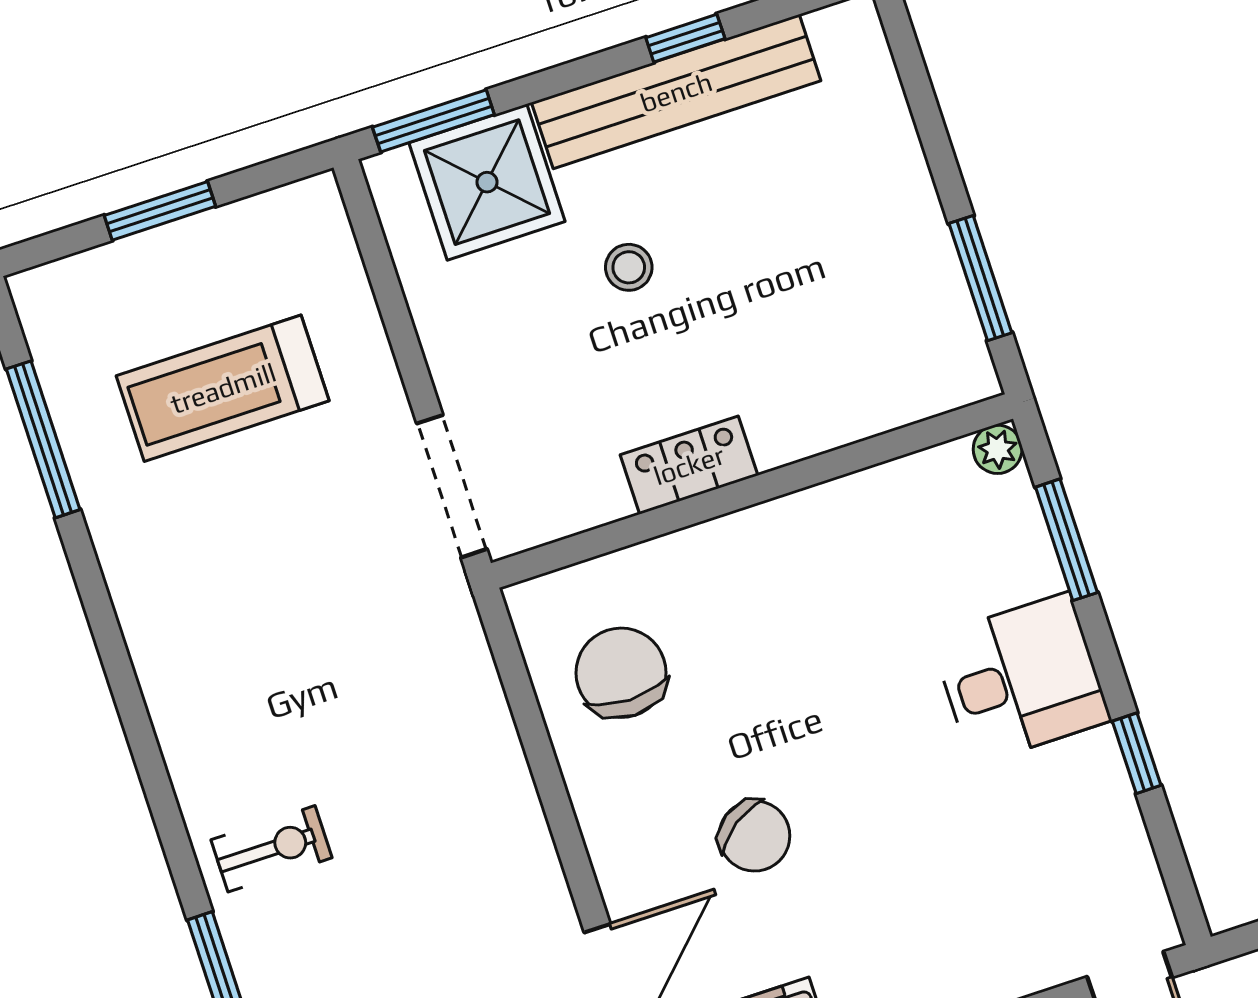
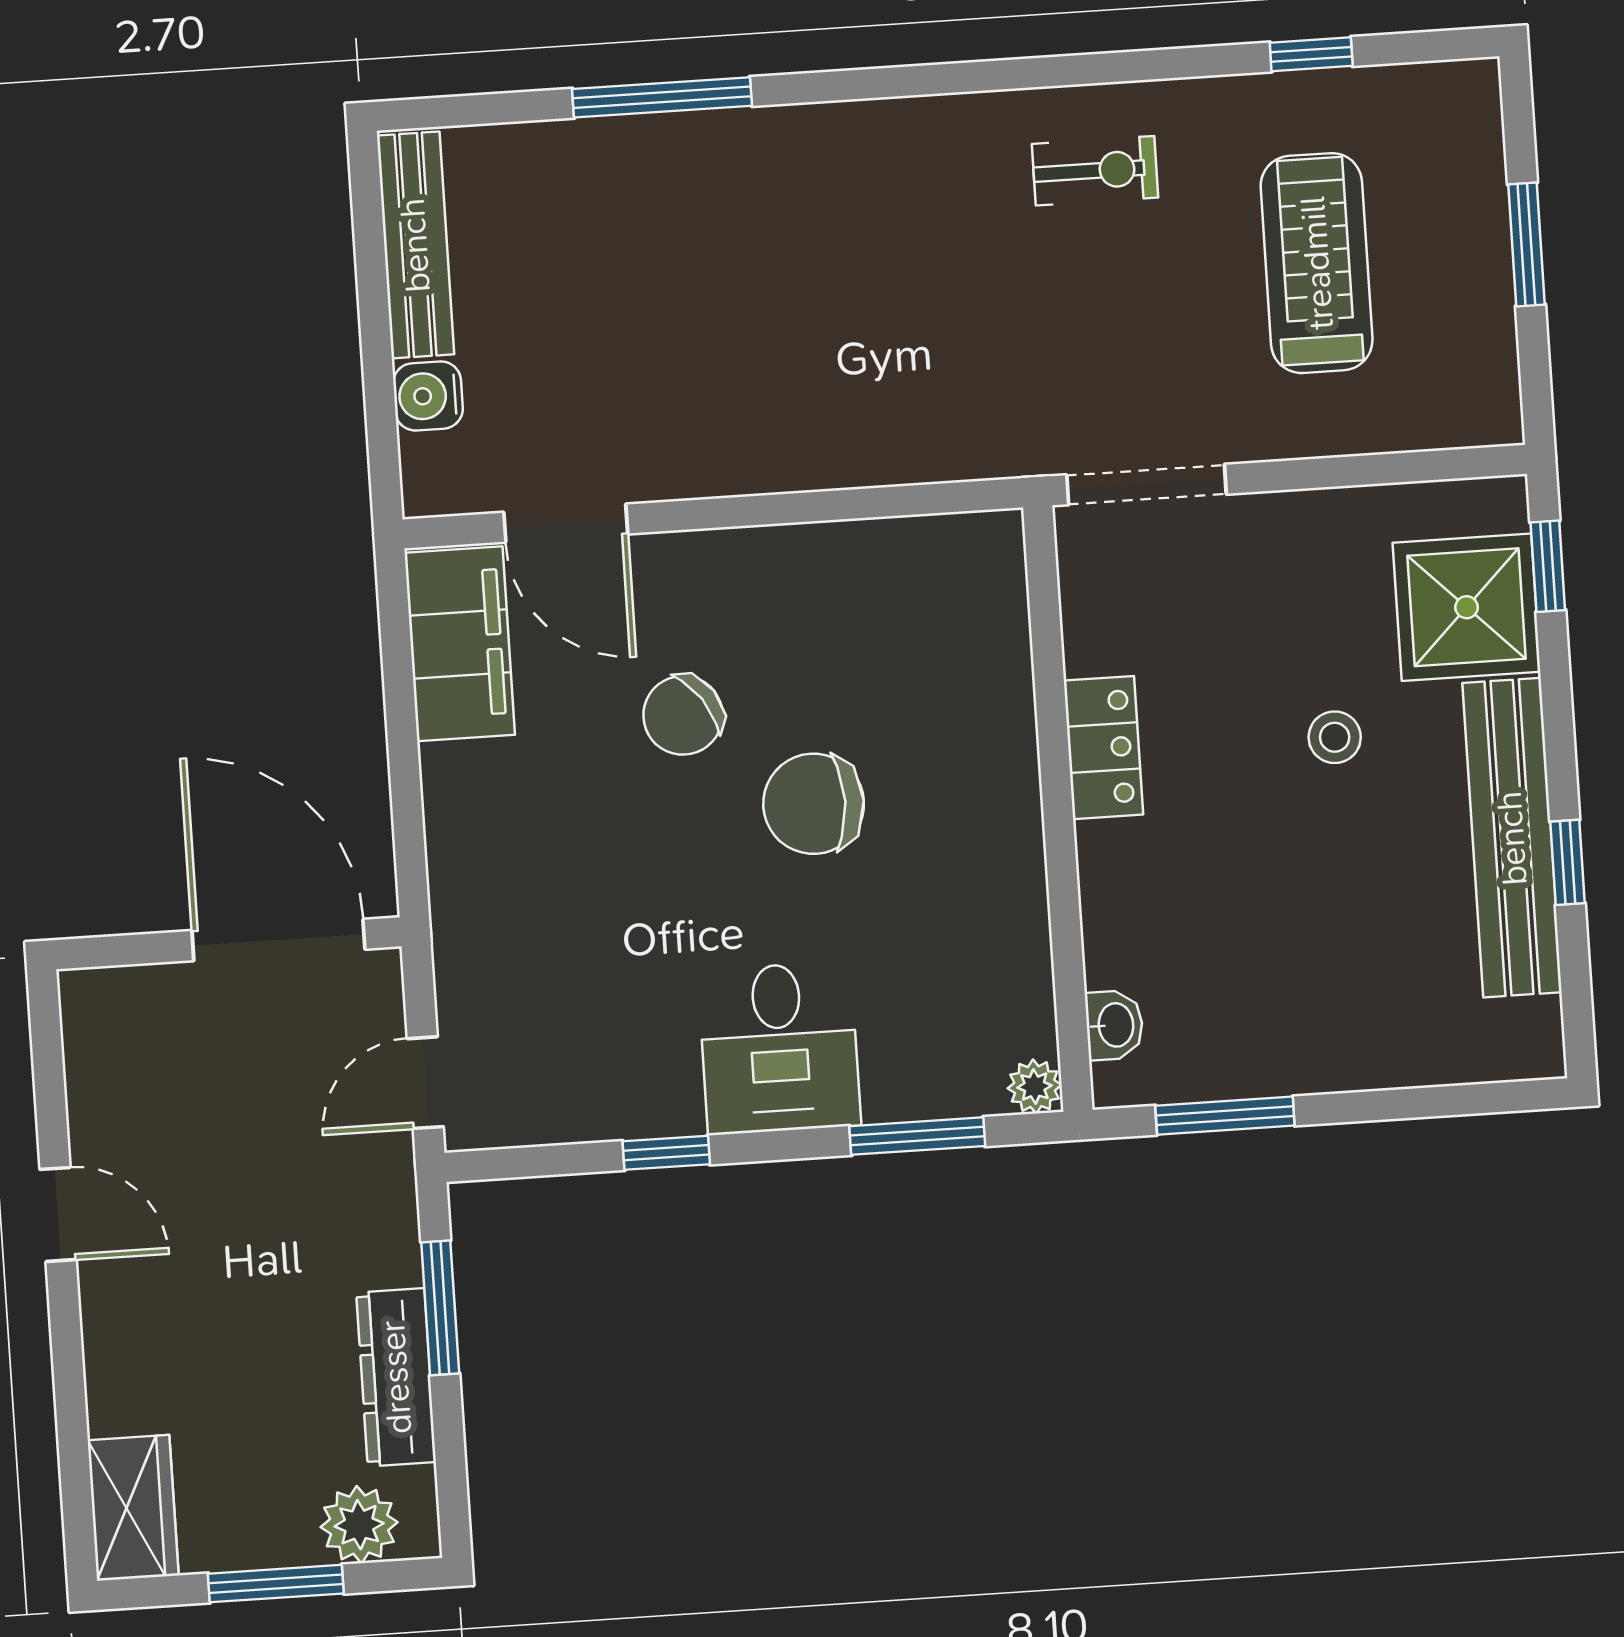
window: (433, 121) -> (1548, 566), width x0.67
washbasin: (927, 394) -> (1114, 1025), added
window: (43, 439) -> (1311, 54), width x0.46
chair: (621, 673) -> (814, 804), moved, turned 180
exercise bike: (272, 849) -> (1095, 171), moved, turned -90

